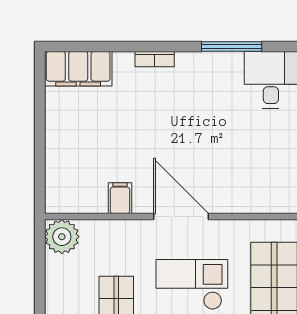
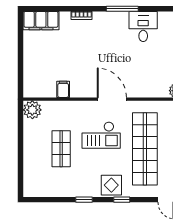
door: (181, 217) -> (112, 99), moved
checkout: (192, 284) -> (101, 135), turned 180

